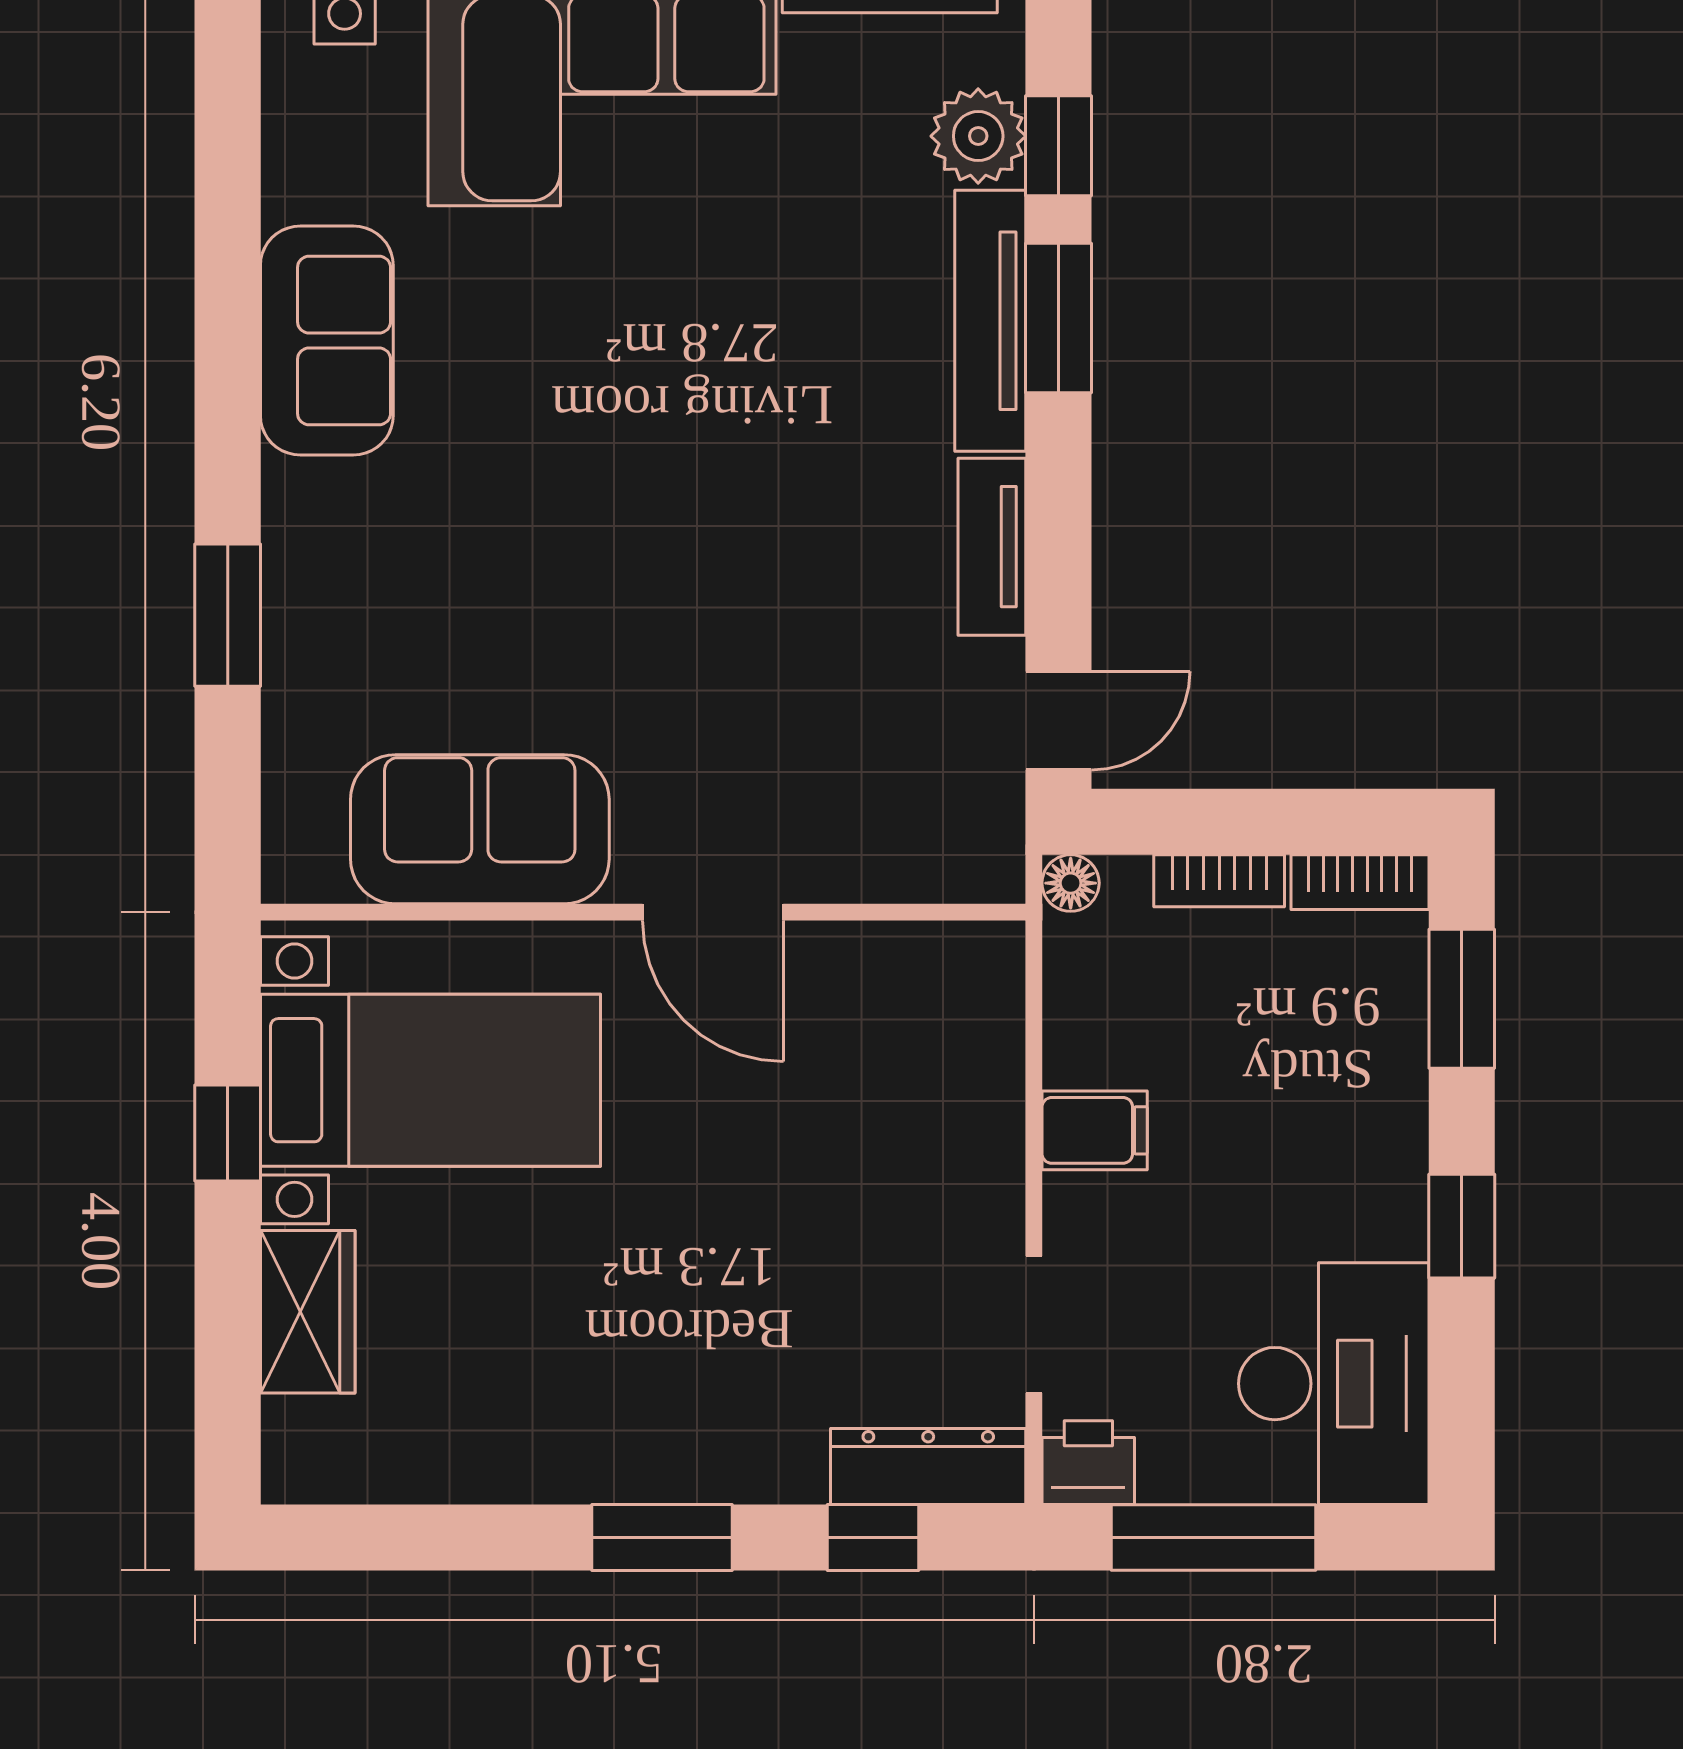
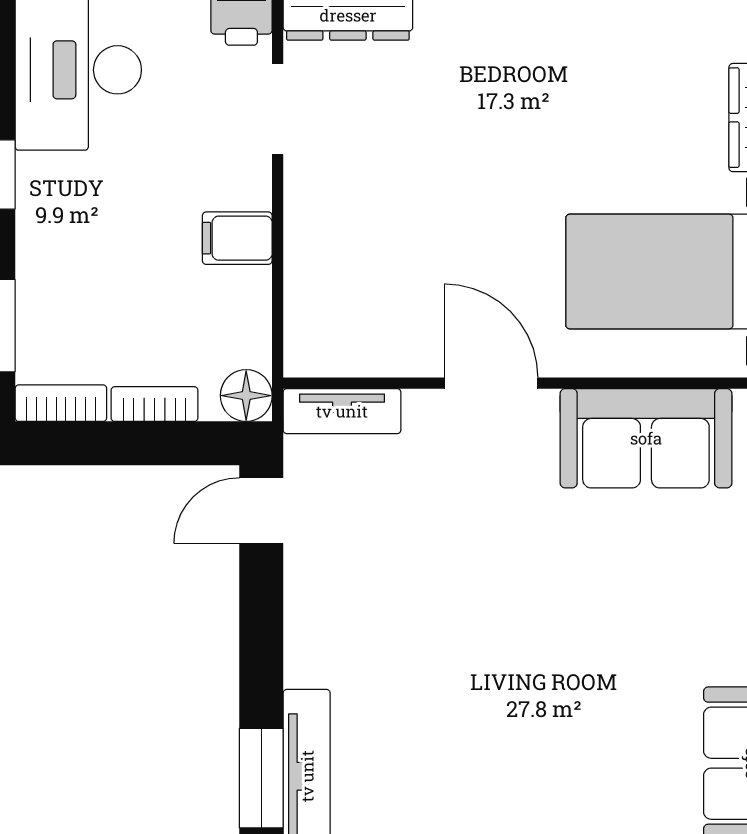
tv unit: (992, 547) -> (342, 411), moved, turned 90
floor lamp: (1071, 883) -> (246, 396), width x1.37, depth x1.37

